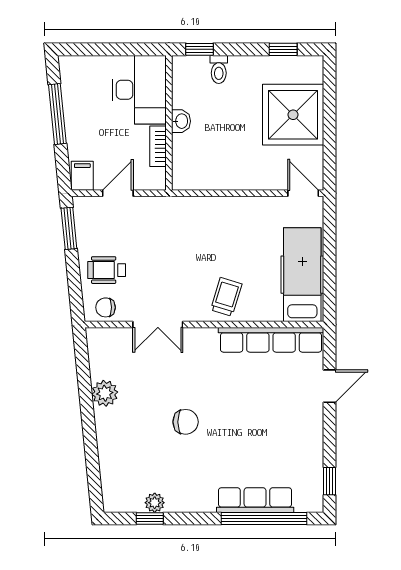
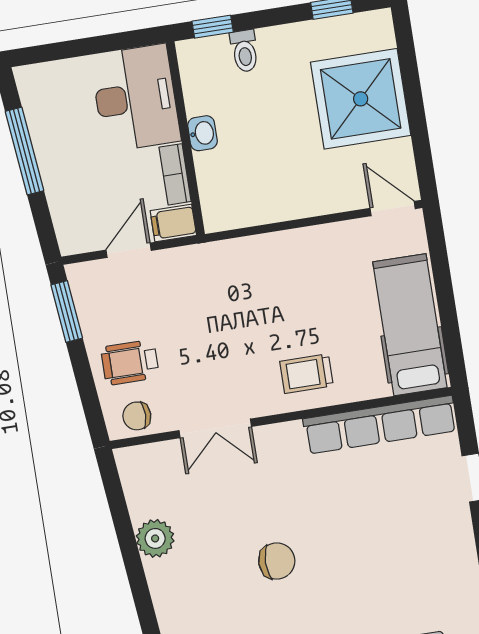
filing cabinet: (82, 176) -> (173, 223), moved, turned -90
trolley: (226, 297) -> (307, 374), turned -107

